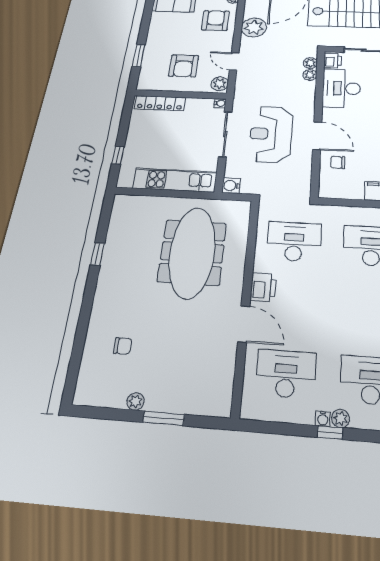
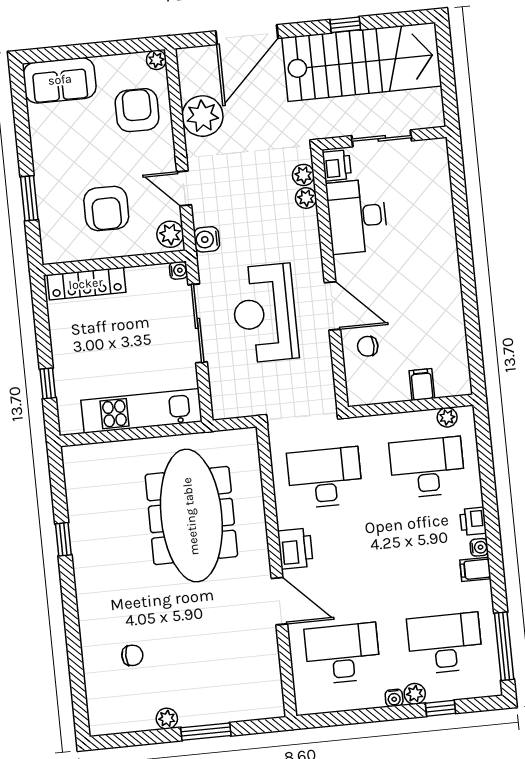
water cooler: (231, 186) -> (207, 239), moved
window: (330, 433) -> (441, 708), moved

